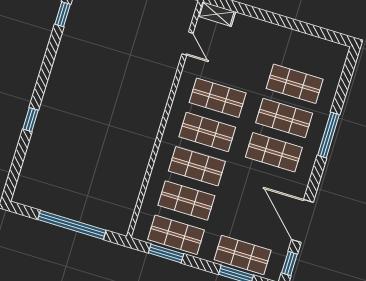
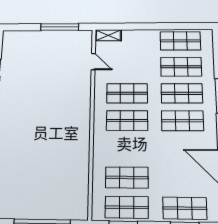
shop shelf: (197, 166) -> (180, 41), moved

